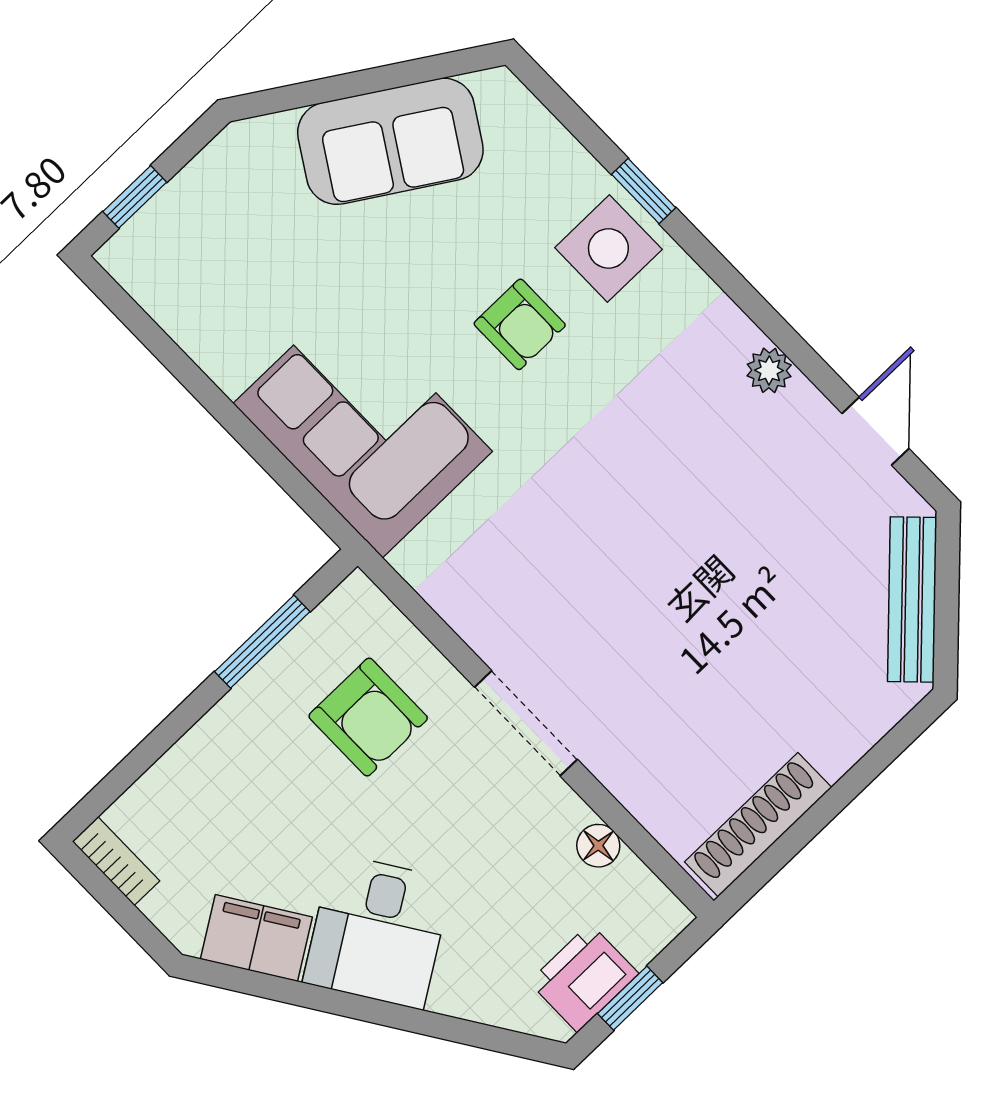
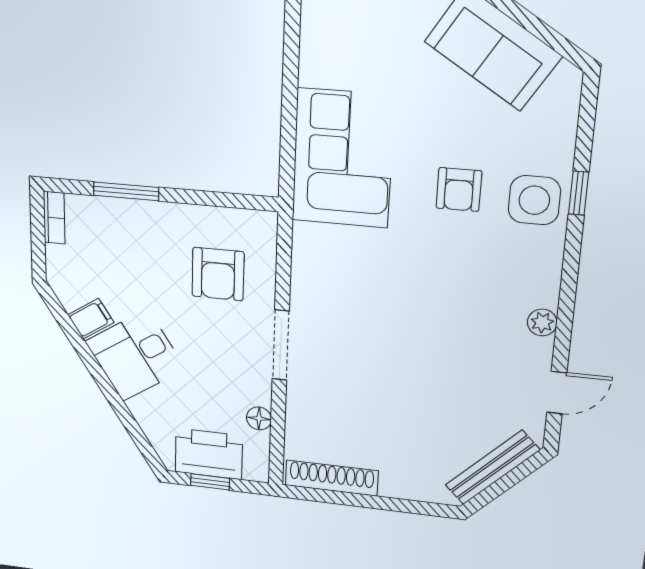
window: (262, 642) -> (126, 191), moved
filing cabinet: (256, 938) -> (91, 319), width x0.50
printer: (584, 978) -> (209, 454), width x1.37, depth x1.19

